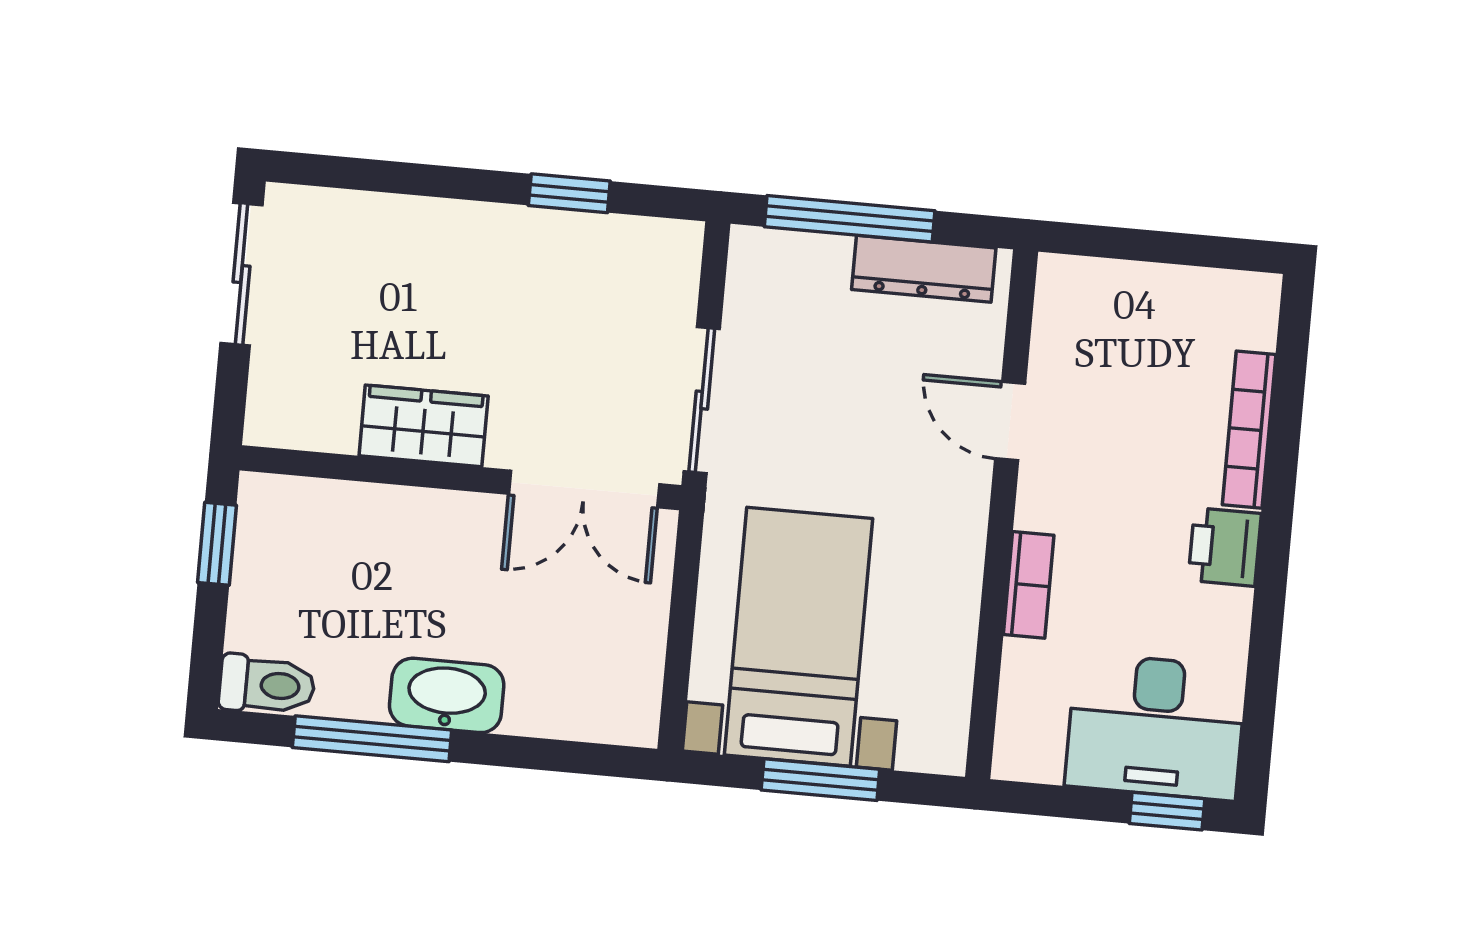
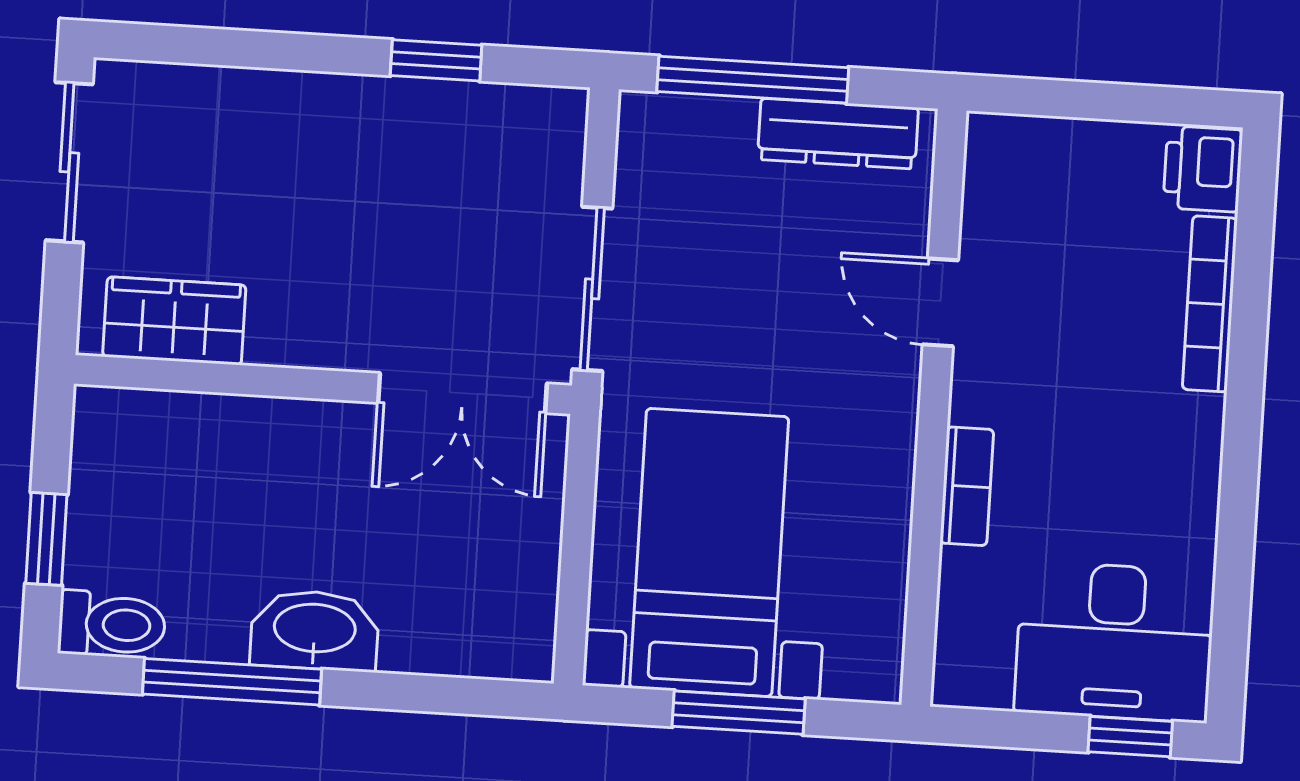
wardrobe: (424, 426) -> (174, 321), moved
window: (217, 544) -> (46, 539), moved
printer: (1225, 547) -> (1203, 169), moved

